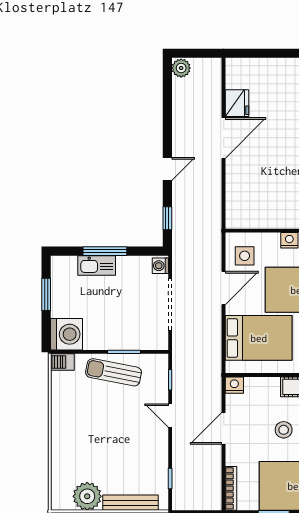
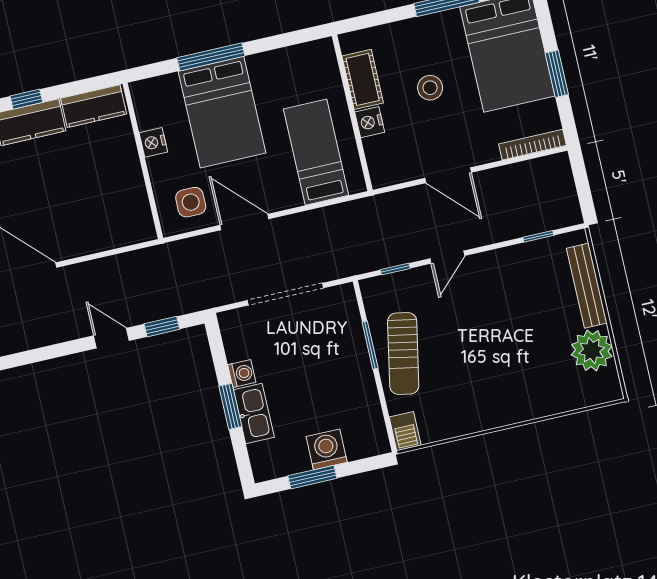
door: (167, 169) -> (111, 338), moved
window: (105, 251) -> (230, 406), width x0.69
washing machine: (160, 266) -> (242, 373), moved, turned -90
washing machine: (66, 334) -> (327, 449), moved, width x0.73, depth x0.73
bed: (259, 338) -> (316, 152), width x0.67
nightstand: (234, 385) -> (370, 122), moved

